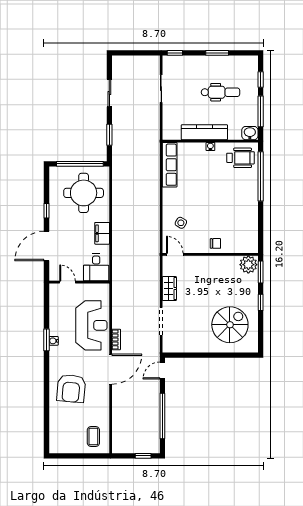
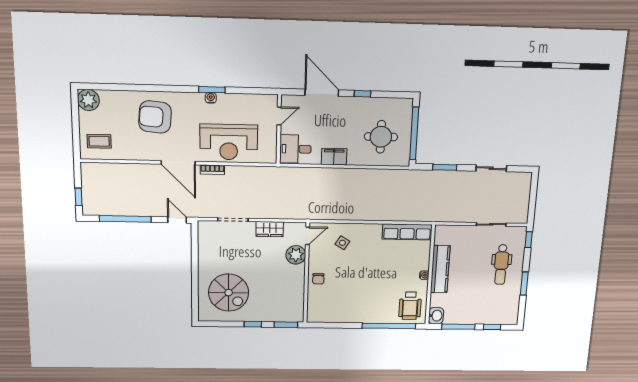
dental chair: (220, 92) -> (501, 265), moved
round table: (84, 193) -> (381, 137), width x0.73, depth x0.73
plant: (248, 265) -> (296, 255), moved
plant: (58, 444) -> (88, 100), added

